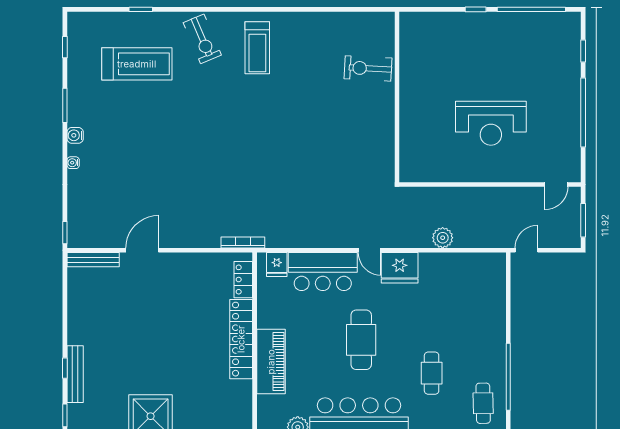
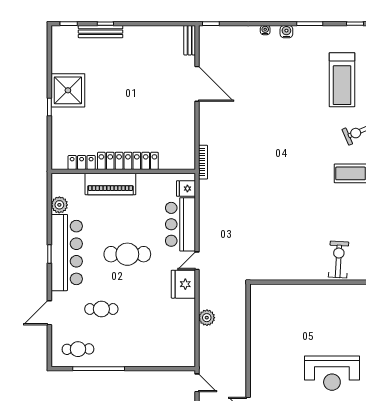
reception desk: (491, 123) -> (332, 373), moved, turned -90
door: (142, 250) -> (197, 84), width x1.36
bench: (93, 260) -> (190, 40), width x0.73
locker: (243, 280) -> (82, 162), moved

